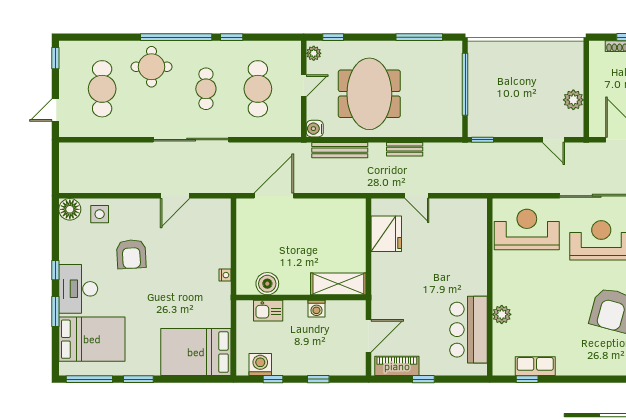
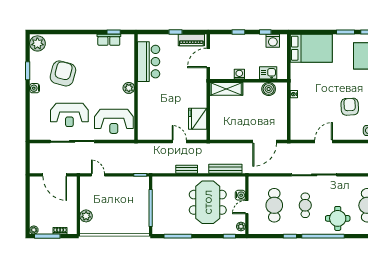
plant: (573, 100) -> (86, 216), moved
water cooler: (315, 129) -> (240, 195), moved
plant: (502, 314) -> (129, 88), moved

